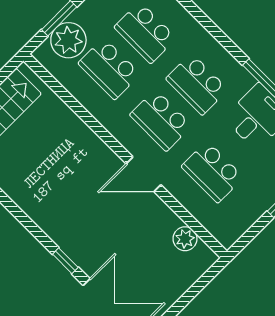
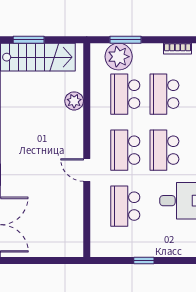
door: (144, 174) -> (87, 170), width x0.73
plant: (185, 239) -> (74, 101), moved

